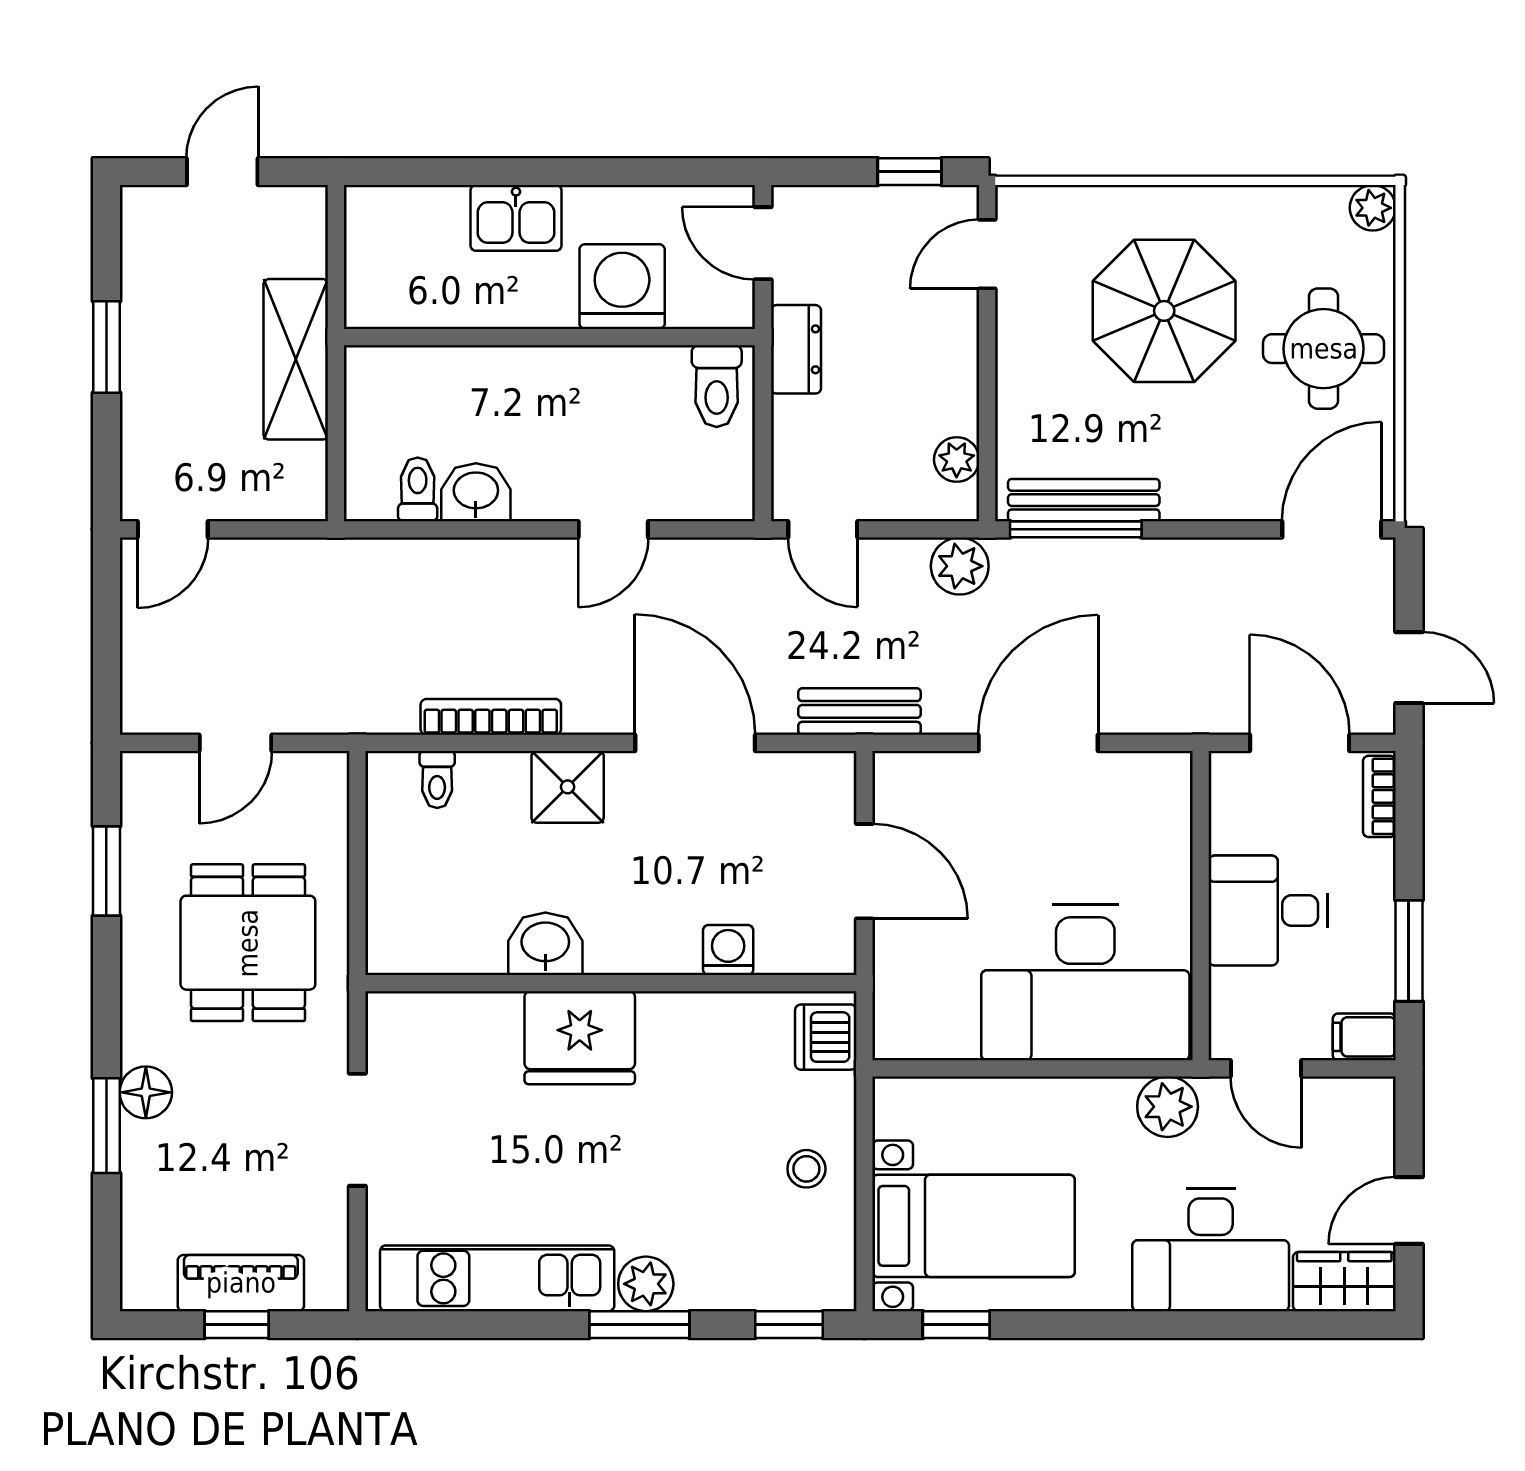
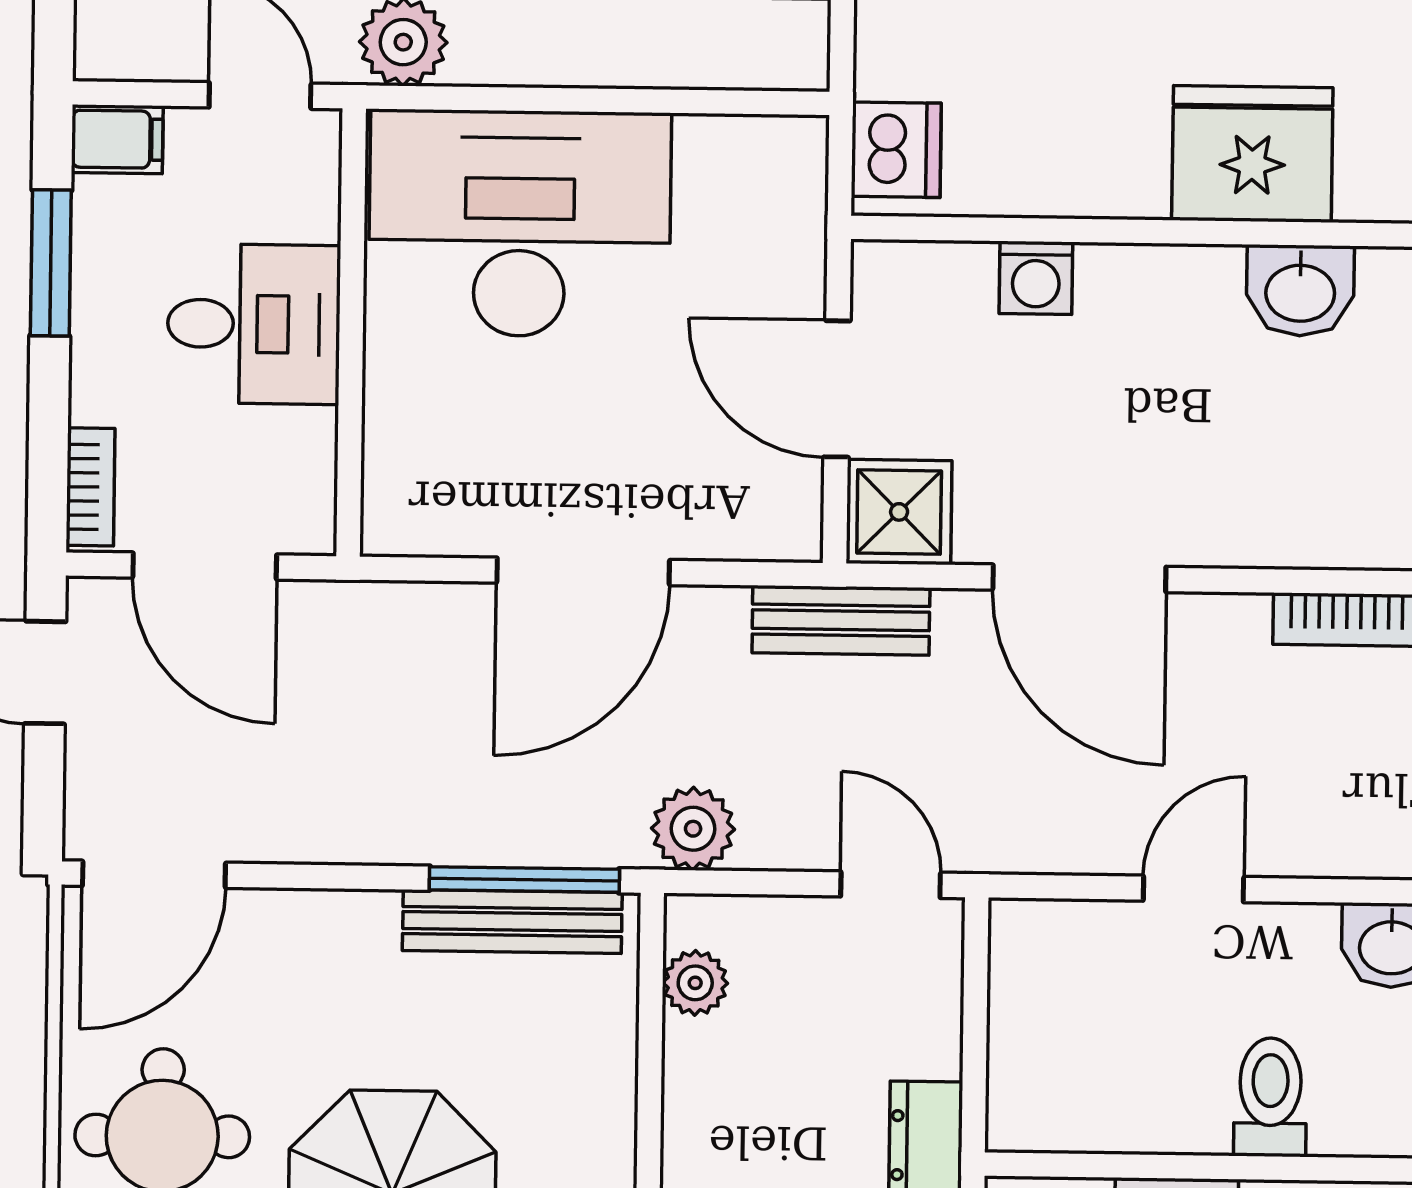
toilet: (717, 386) -> (1270, 1097), moved
shower: (568, 787) -> (899, 512), moved

